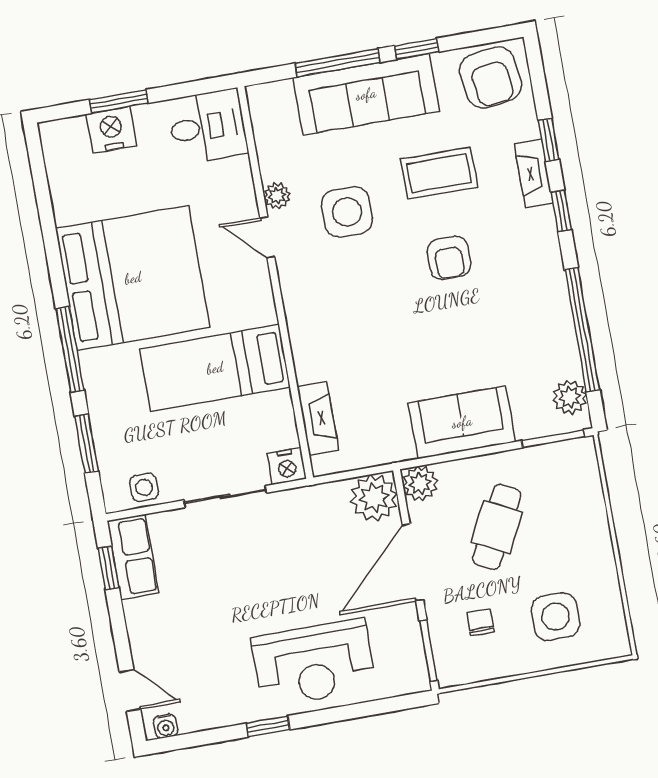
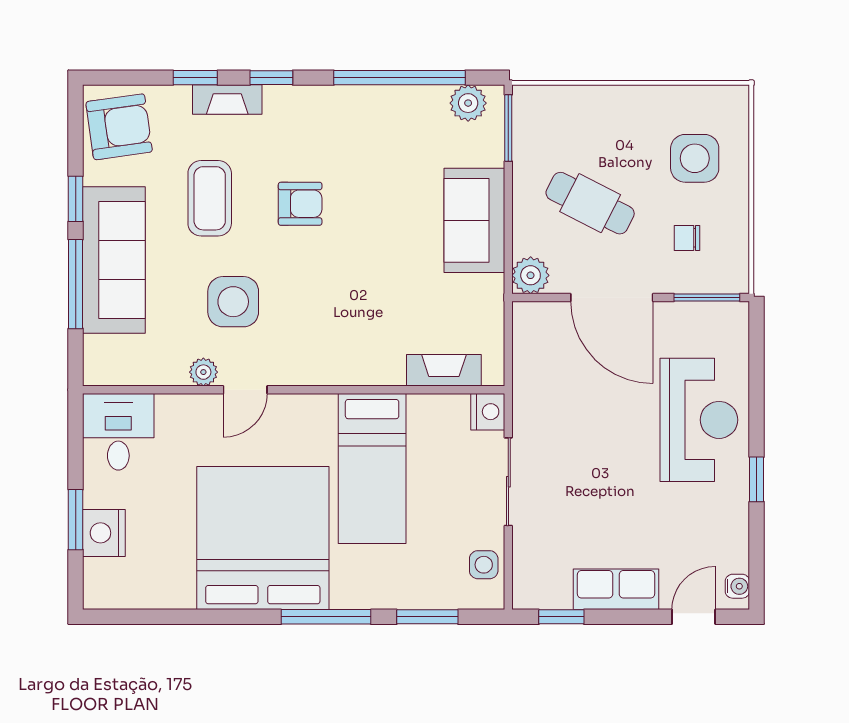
plant: (374, 498) -> (537, 326), removed
row of seats: (133, 557) -> (616, 589), moved

